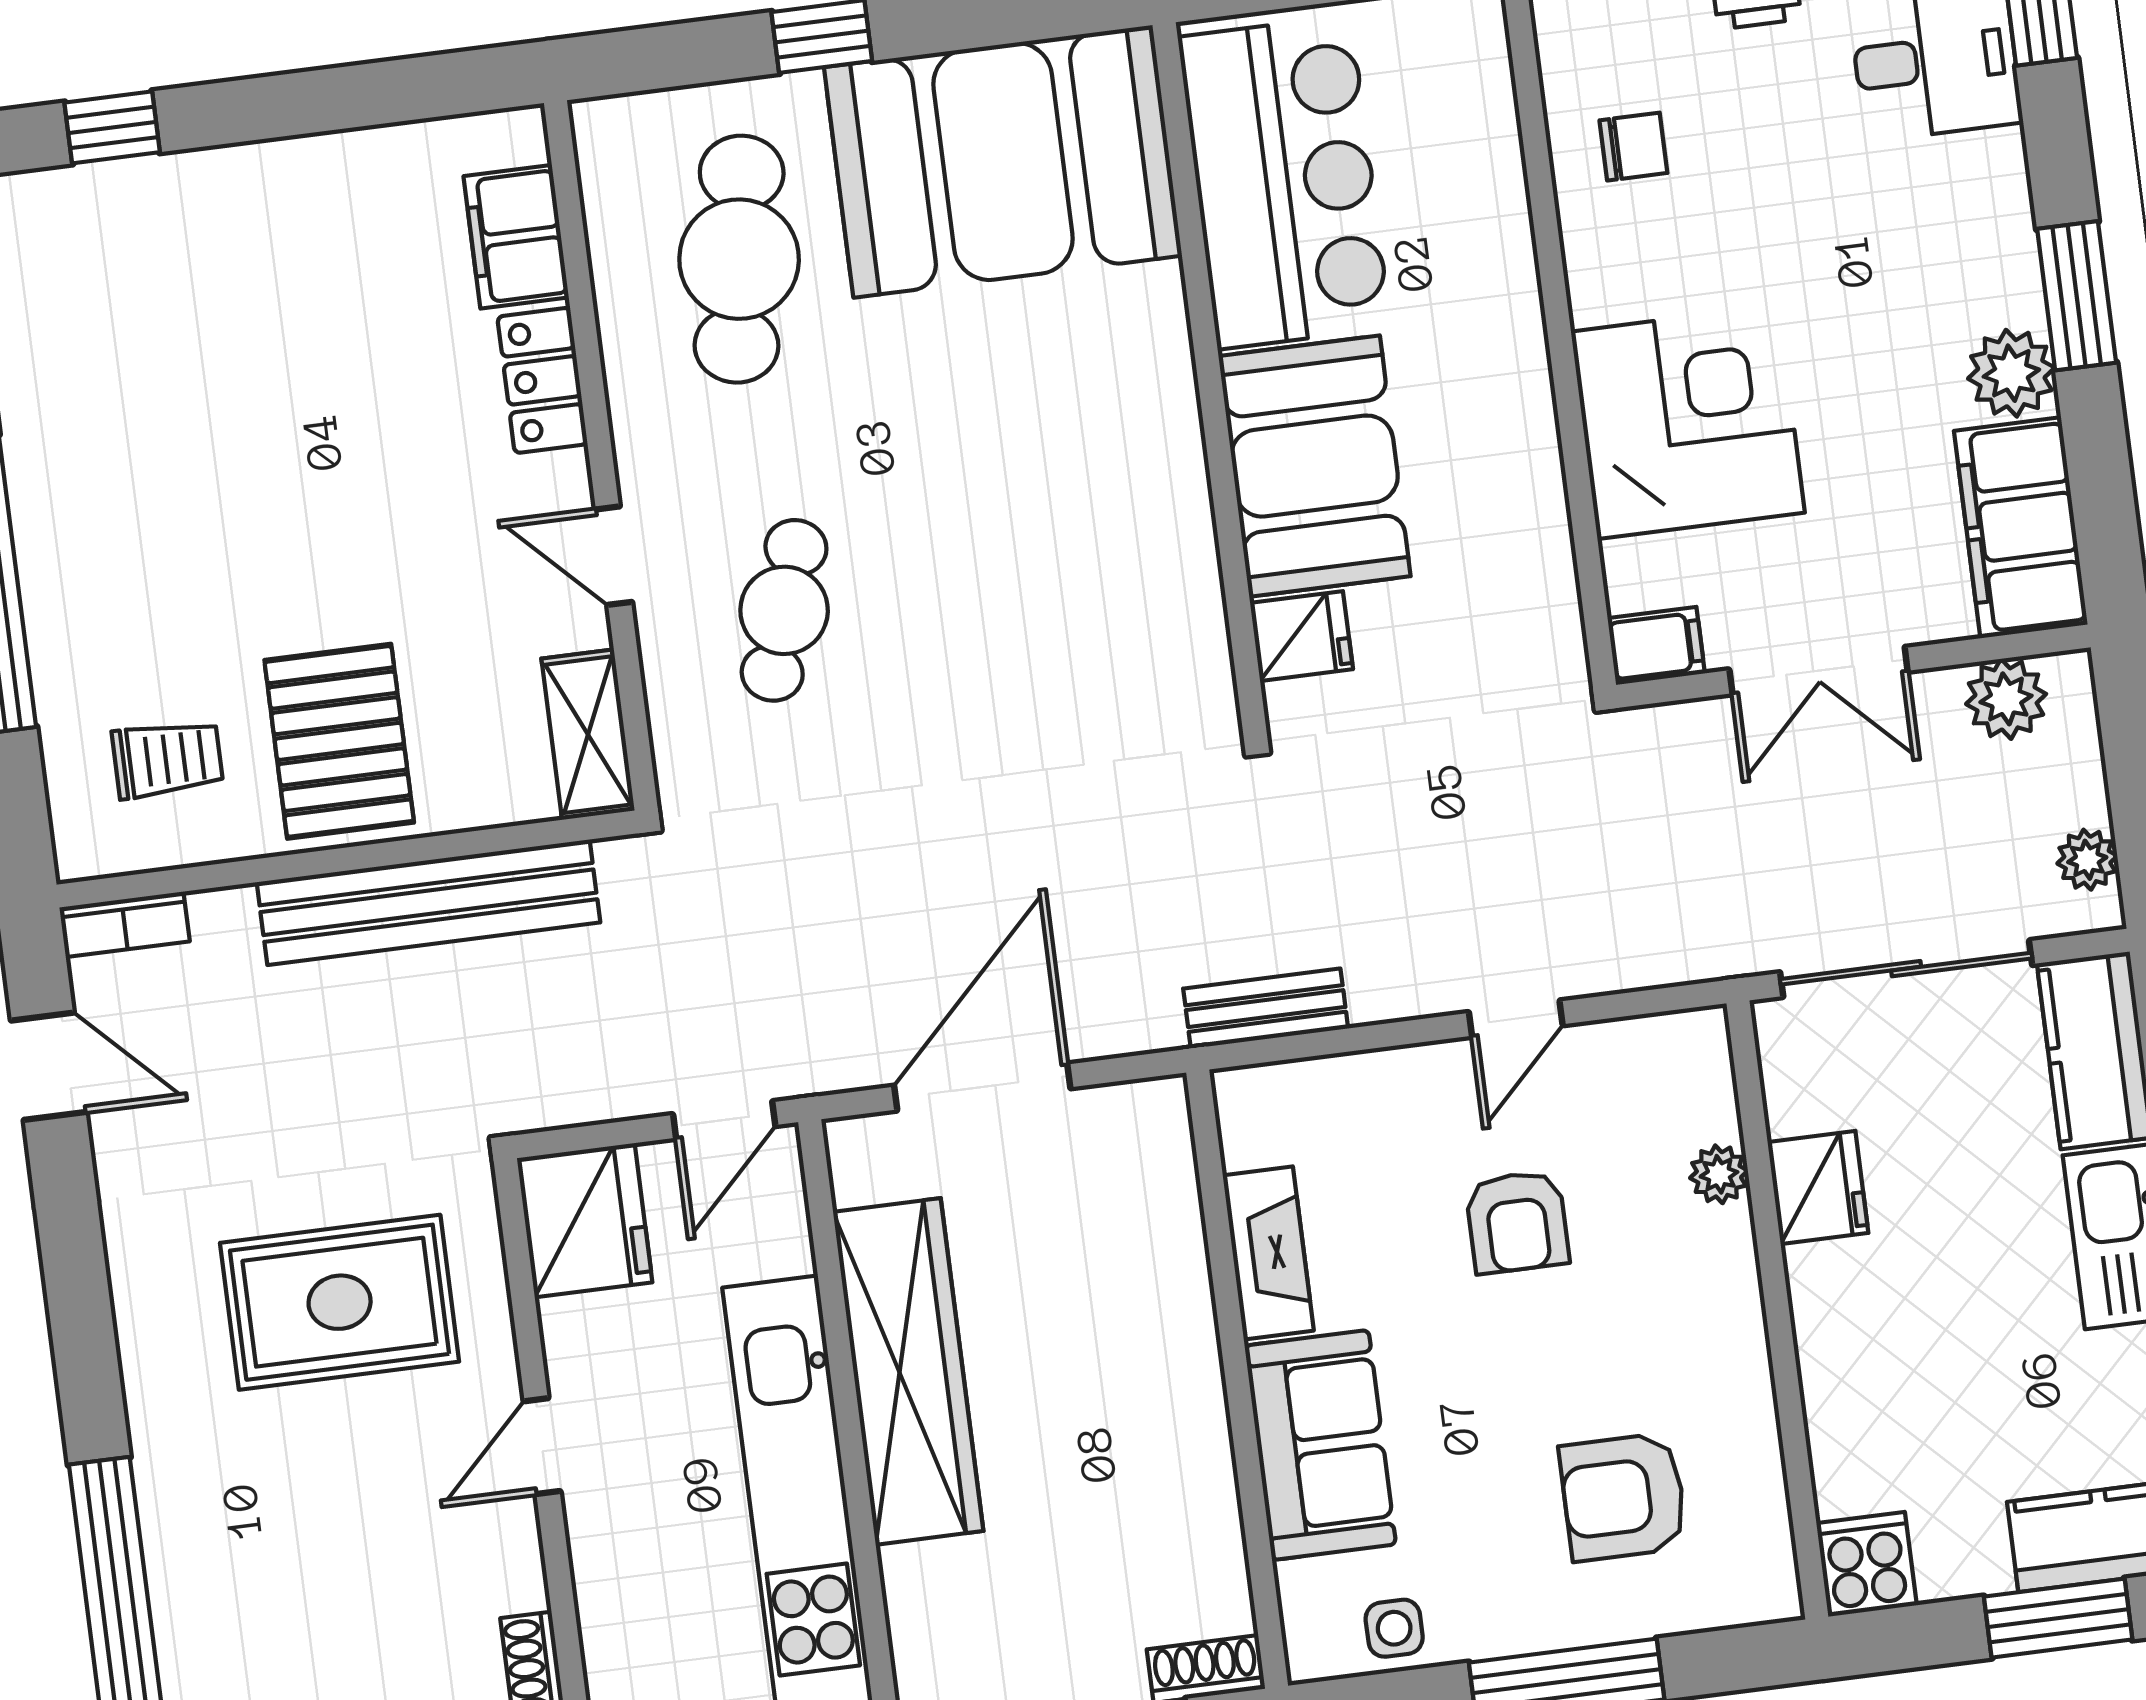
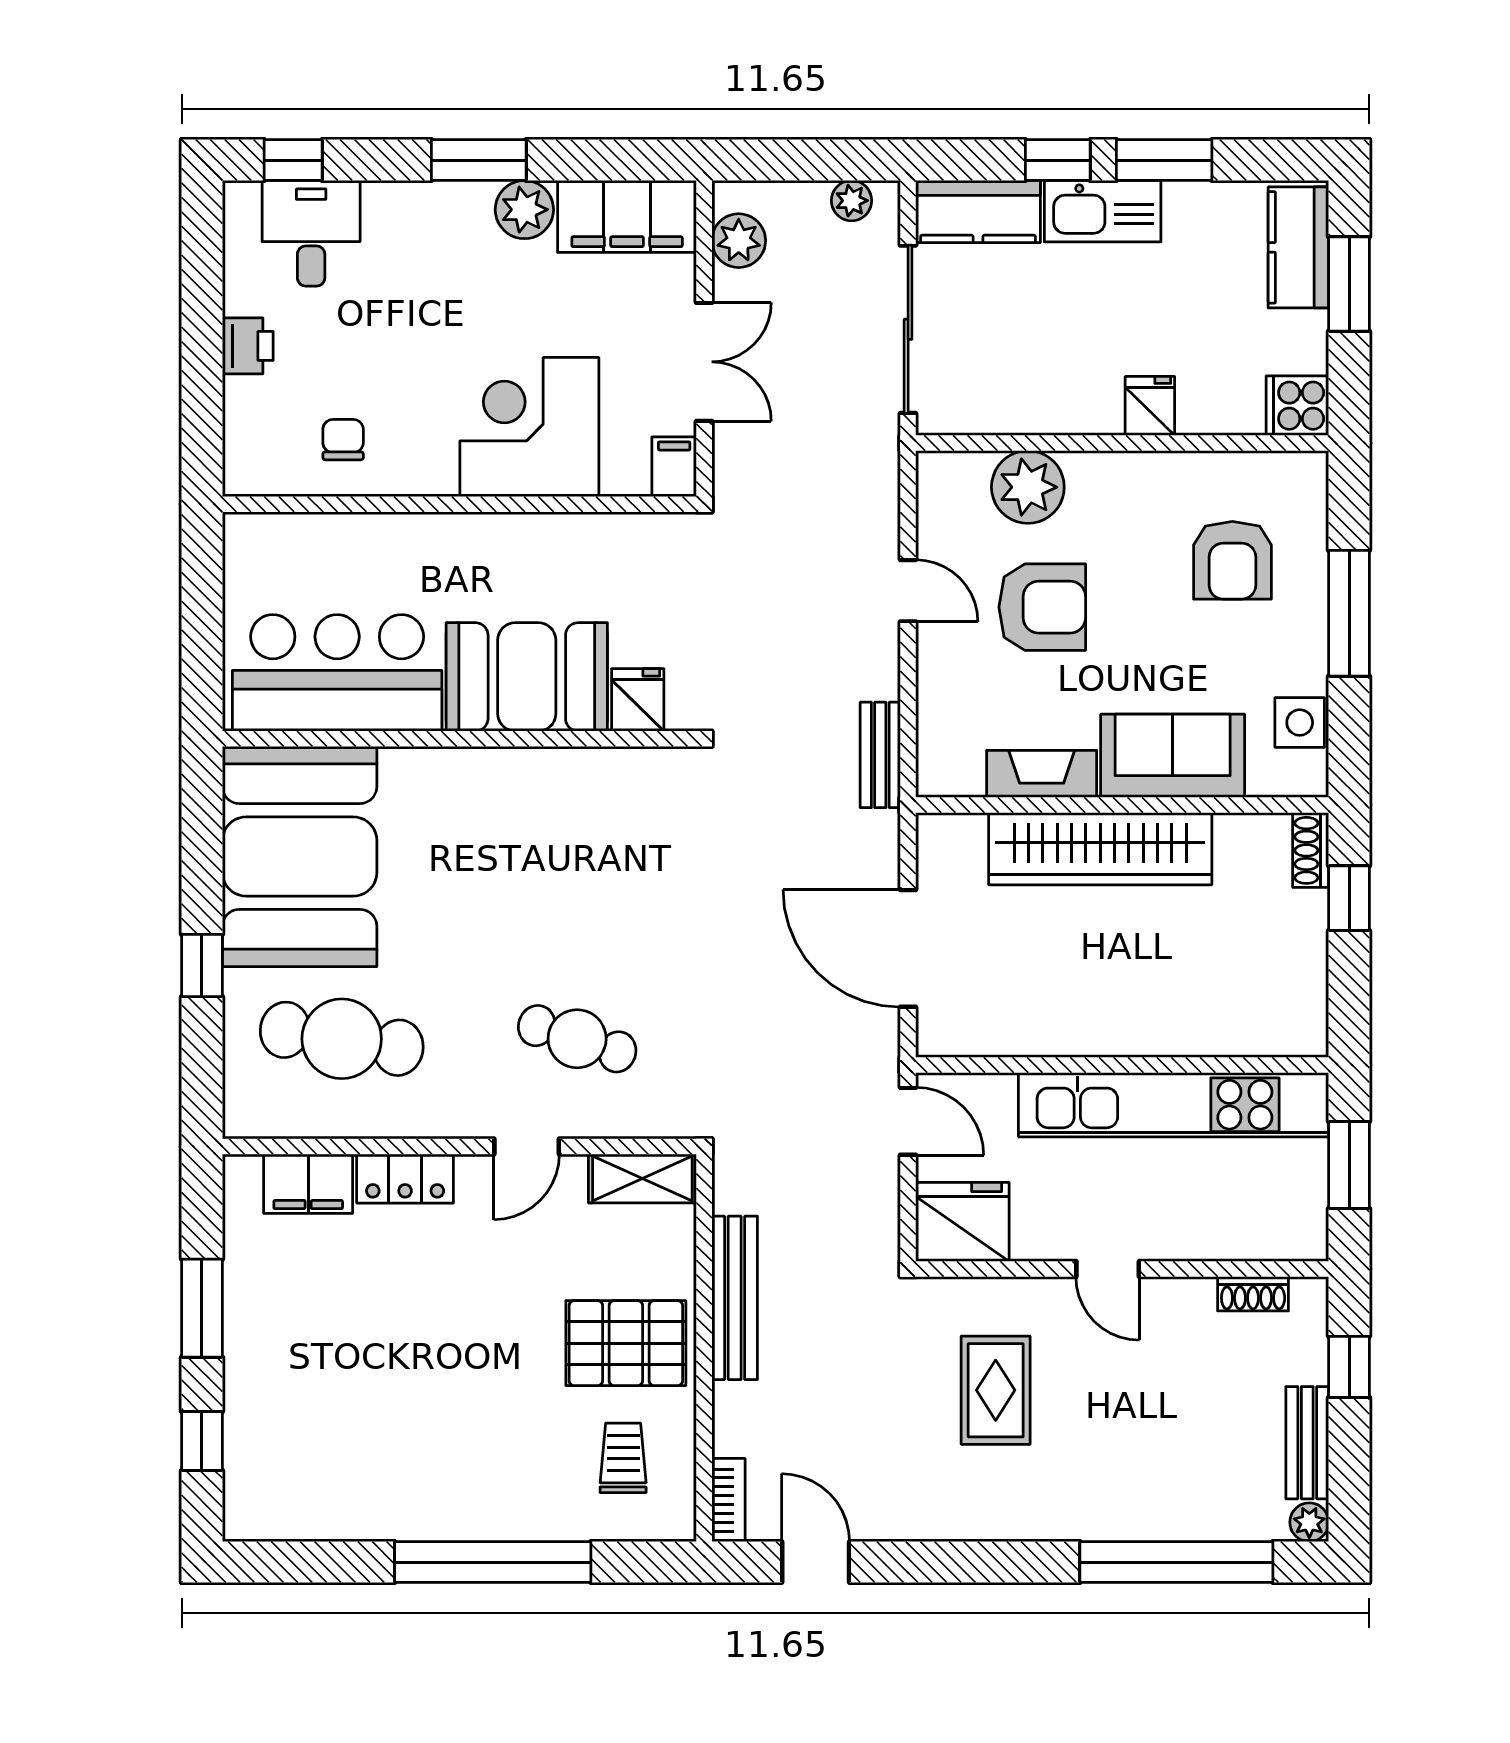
window: (310, 102) -> (202, 1308), added
bench: (428, 902) -> (735, 1298), width x0.73, depth x0.82
door: (49, 1066) -> (816, 1562), hinge flipped
plant: (1719, 1174) -> (1028, 487), width x1.88, depth x1.88
fridge: (1818, 1188) -> (1150, 406), moved, width x0.72
armchair: (1517, 1222) -> (1042, 607), width x1.38, depth x1.38
rug: (340, 1302) -> (996, 1390), width x0.73, depth x0.70
wardrobe: (908, 1371) -> (1100, 849), moved, turned 180
side table: (1394, 1628) -> (1300, 723), width x1.37, depth x1.37

